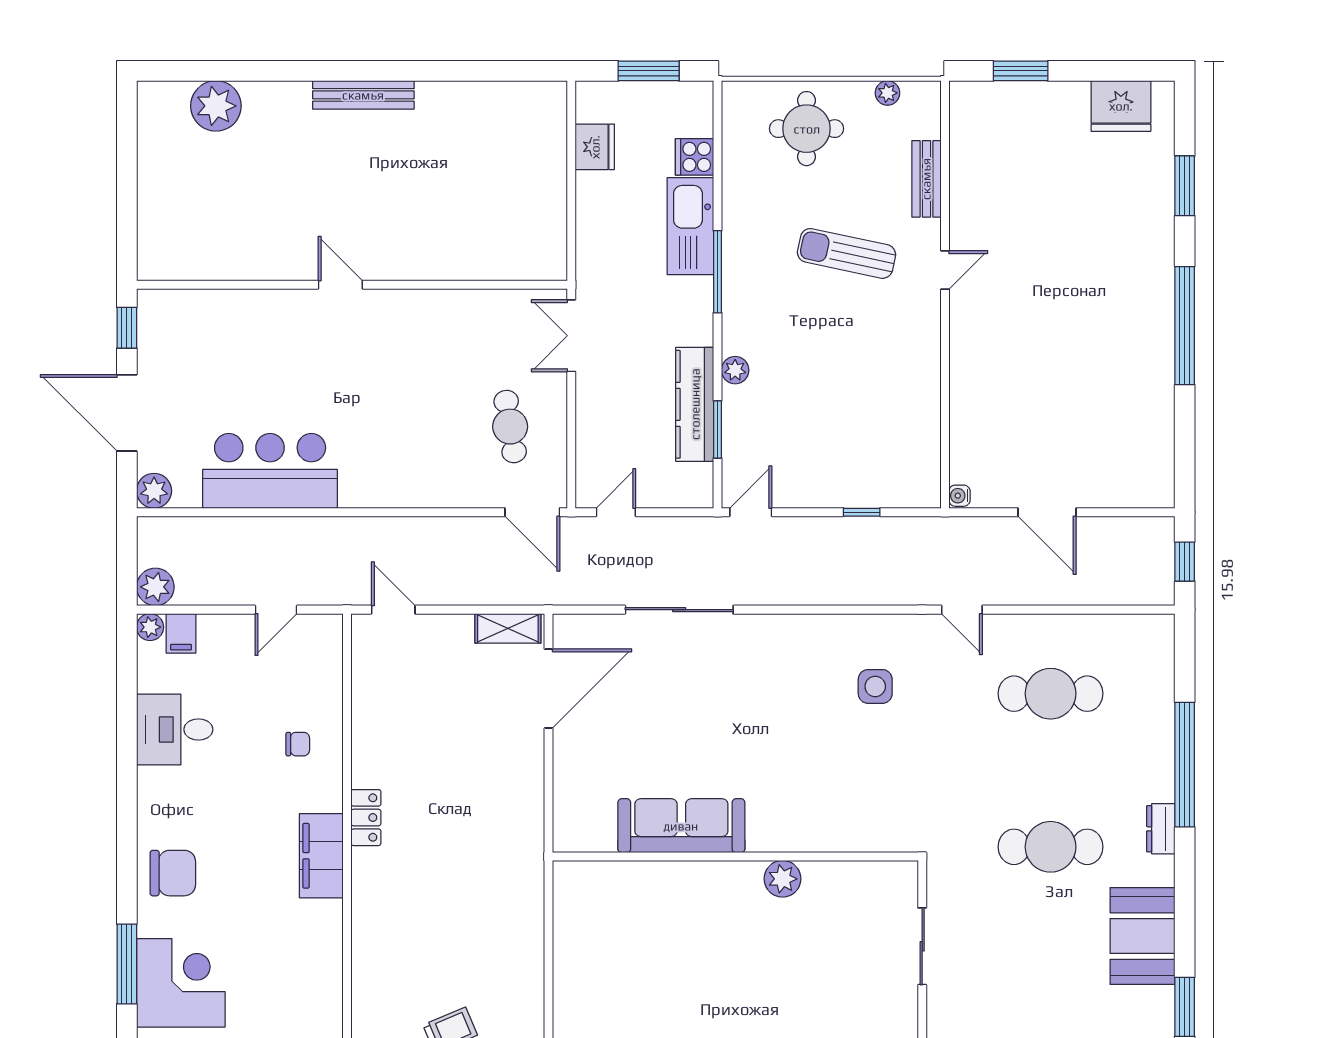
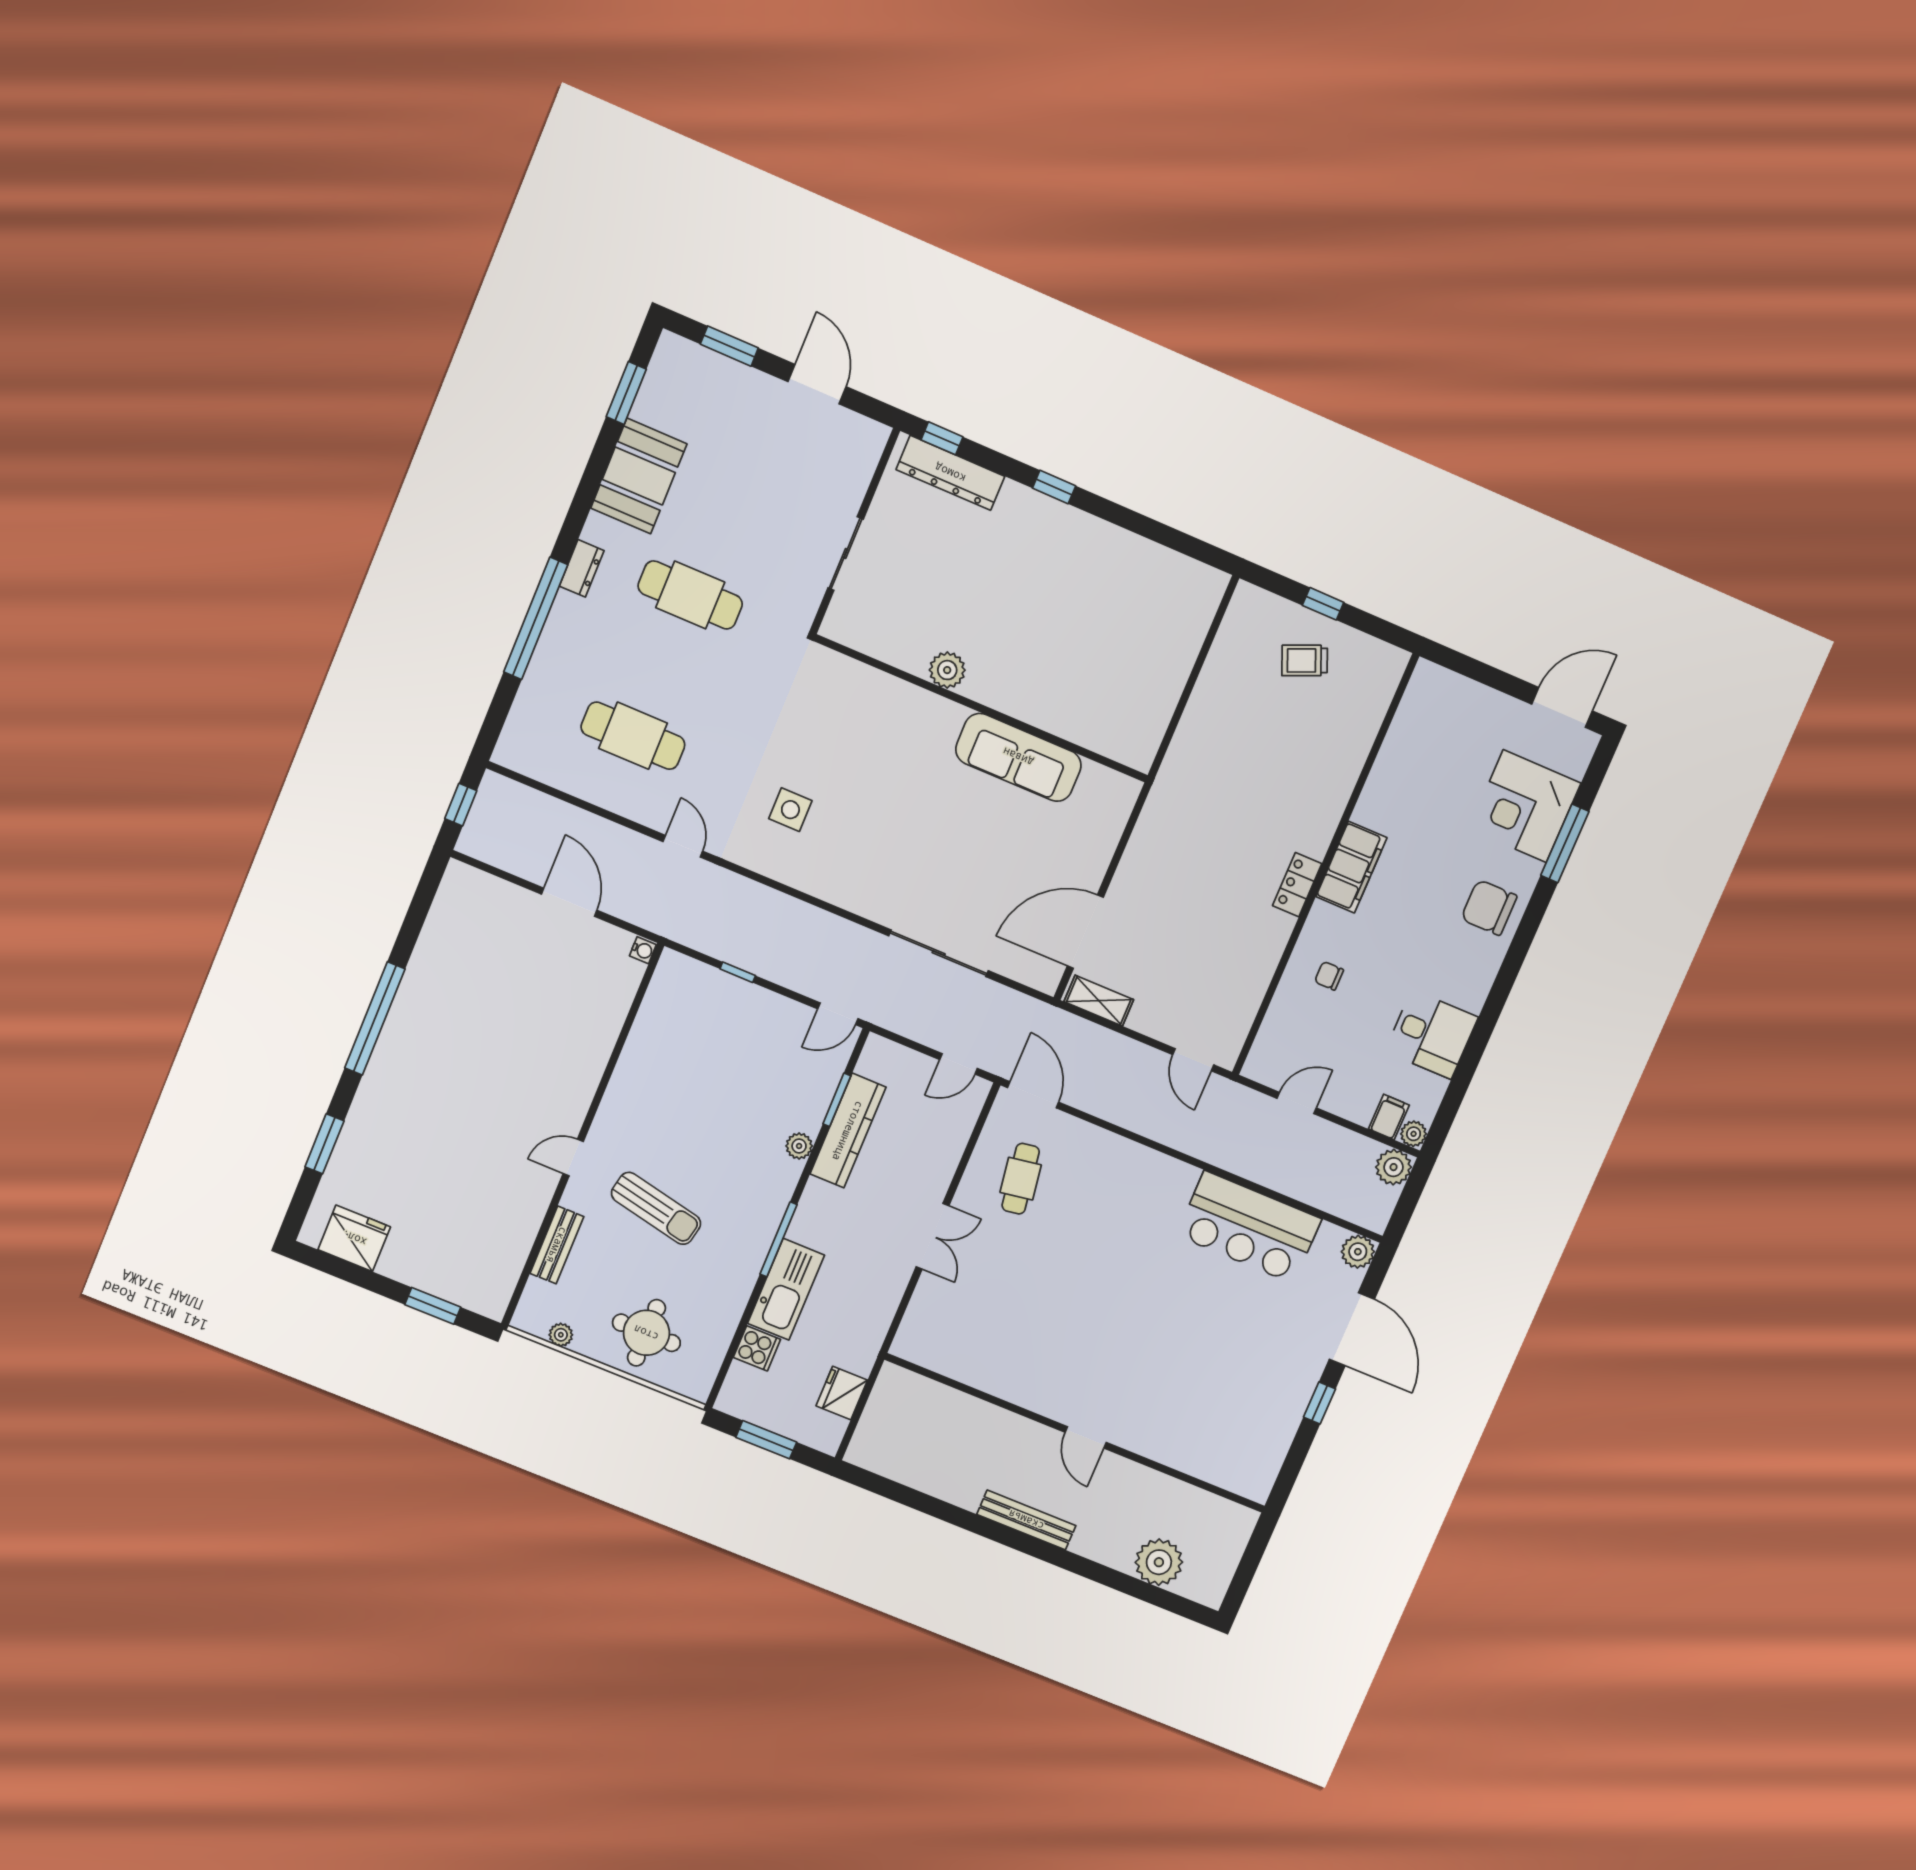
door: (340, 285) -> (1086, 1437), moved
wall: (352, 285) -> (1075, 1433), moved

